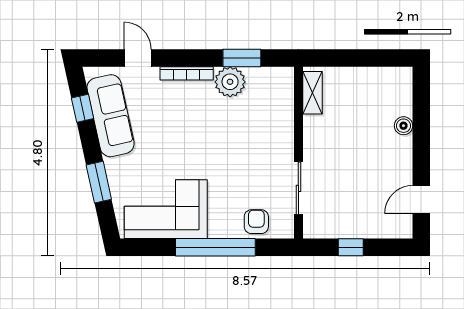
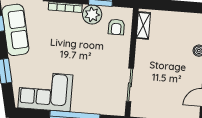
armchair: (256, 222) -> (116, 27), moved, turned 180

